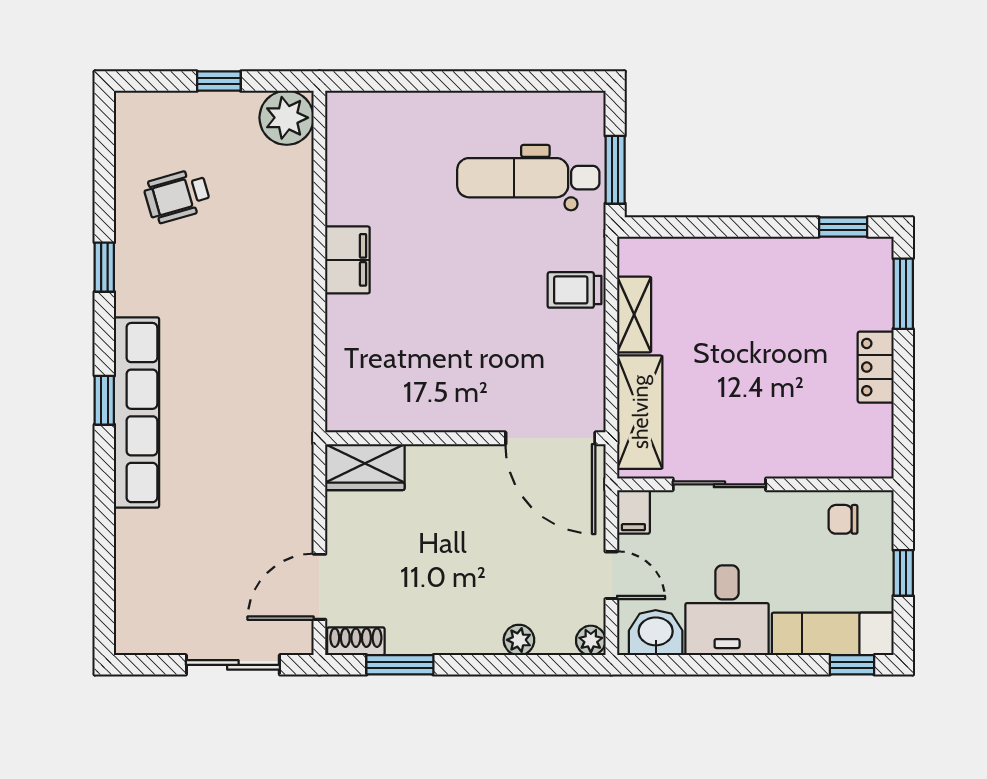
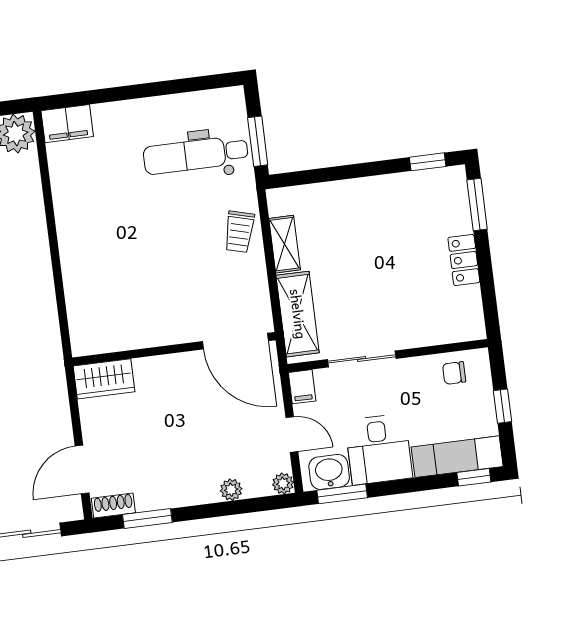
filing cabinet: (347, 260) -> (67, 124), moved, turned 90
trolley: (575, 290) -> (239, 232), turned -75
window: (669, 665) -> (342, 494), added

